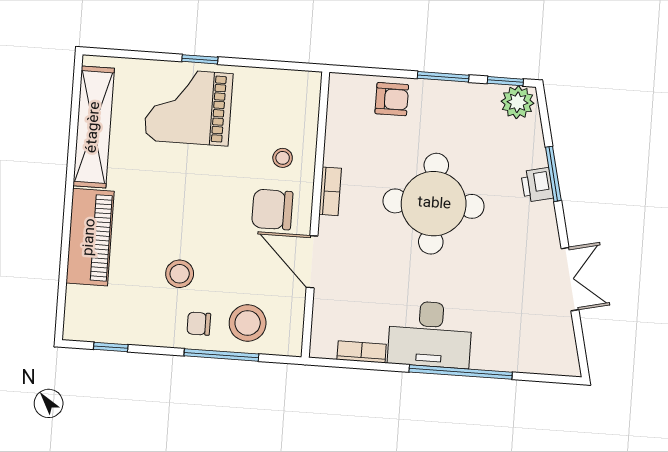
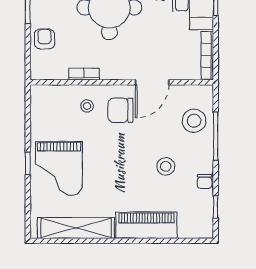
bookcase: (330, 191) -> (84, 74), moved
chair: (272, 209) -> (120, 110), turned 90
chair: (199, 324) -> (205, 181), moved
bookcase: (362, 352) -> (207, 55), width x1.56

